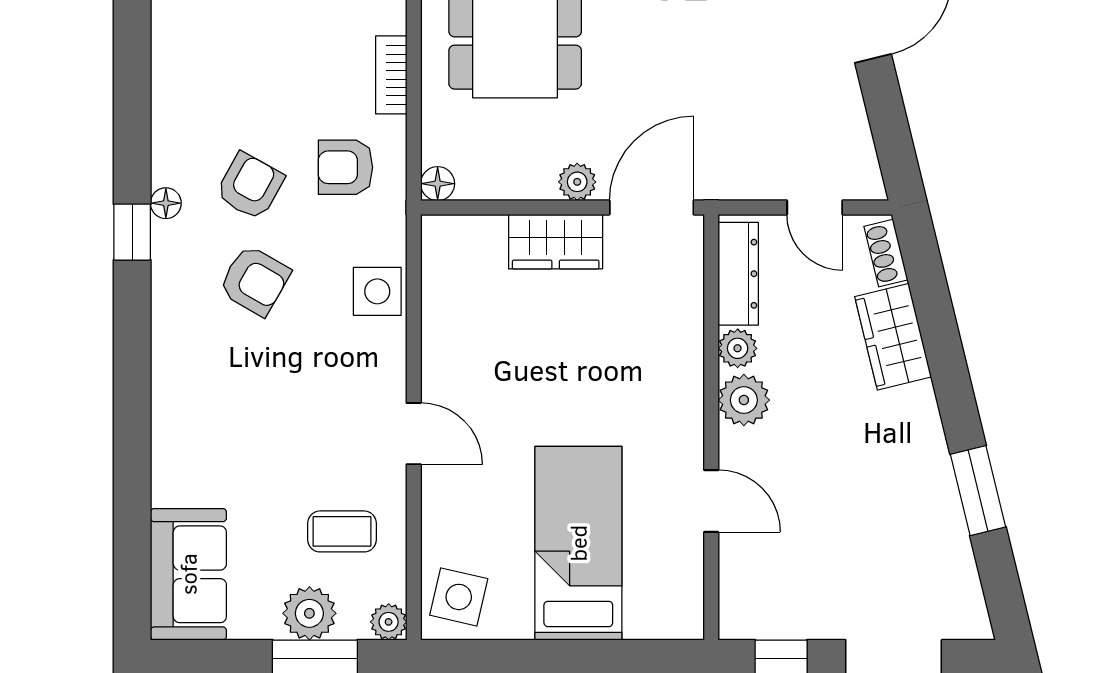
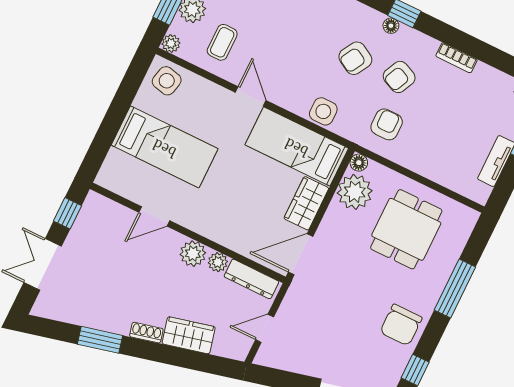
bookcase: (391, 75) -> (456, 58), moved, turned 180
plant: (577, 182) -> (355, 192), moved, width x1.88, depth x1.88
armchair: (250, 186) -> (399, 77), turned 86
floor lamp: (166, 203) -> (391, 26), moved
door: (652, 207) -> (301, 254), swing flipped
shoe rack: (886, 253) -> (146, 333), moved
bed: (463, 308) -> (297, 146), added
door: (414, 434) -> (251, 96), swing flipped

